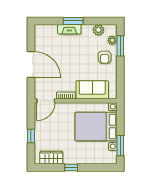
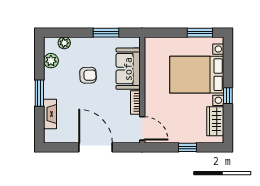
fireplace: (69, 29) -> (50, 114), moved
window: (120, 46) -> (106, 33), moved
armchair: (105, 57) -> (88, 75), moved
door: (31, 65) -> (96, 147), hinge flipped
bed with nightstands: (96, 127) -> (197, 75), moved, turned 90

